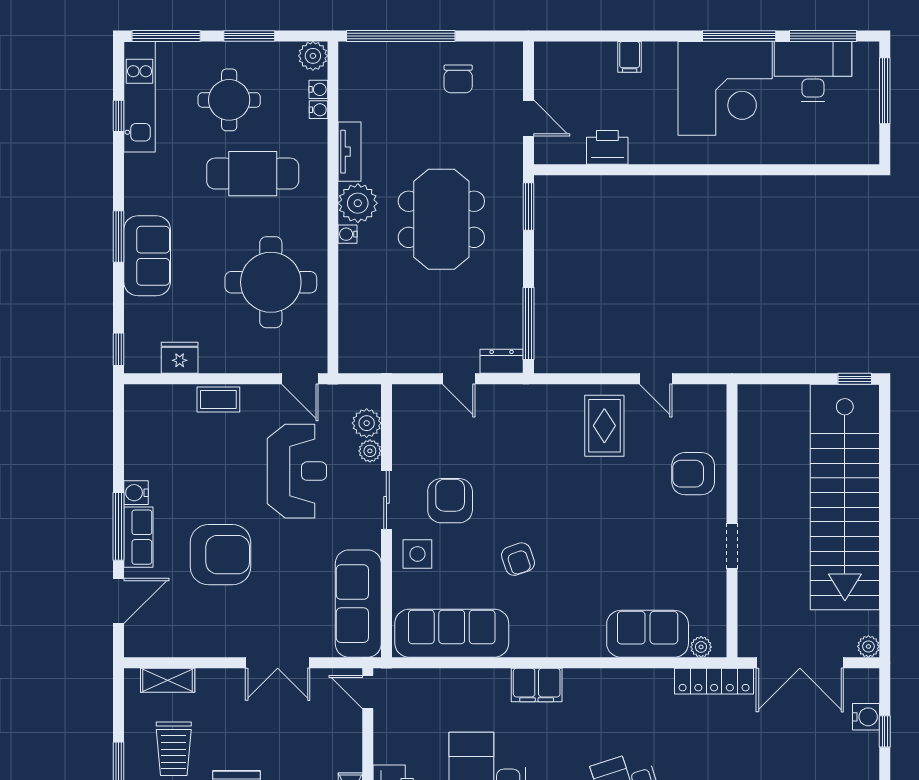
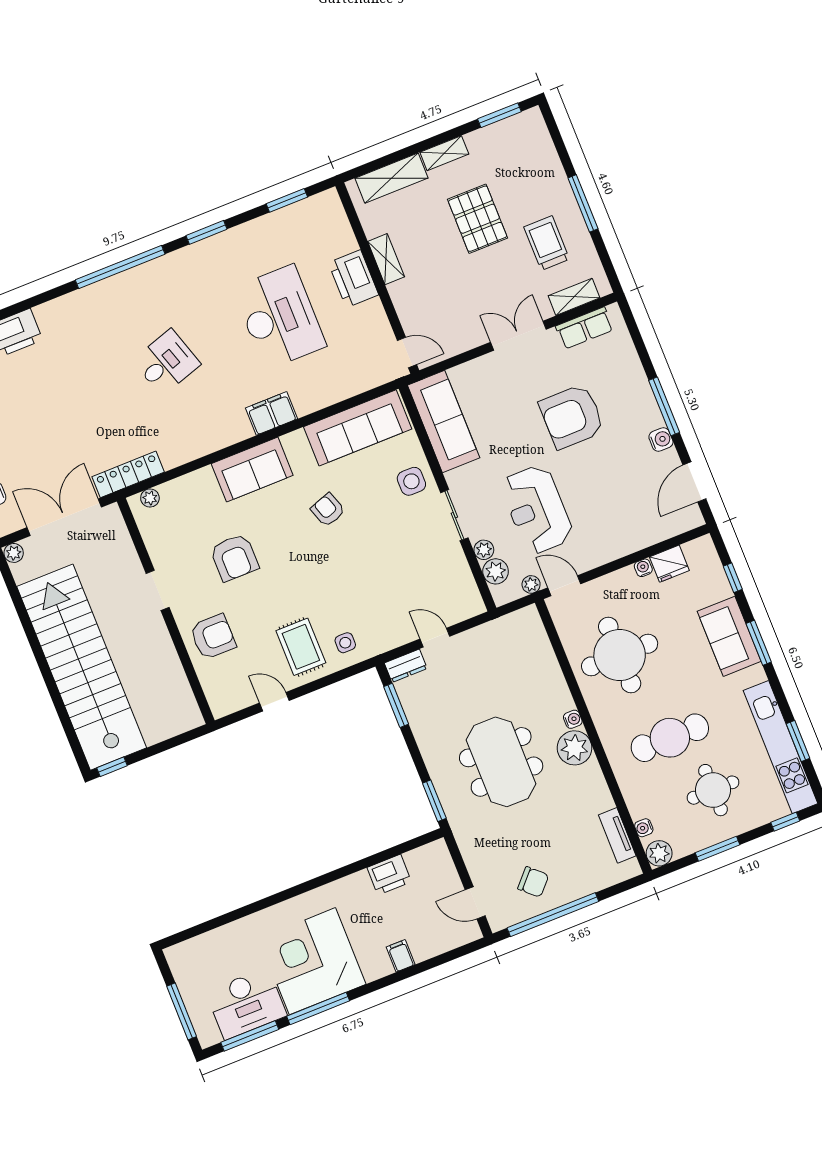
window: (166, 36) -> (785, 822), width x0.46
window: (401, 36) -> (553, 915), moved
chair: (458, 79) -> (533, 882), turned 133
kitchen unit: (140, 97) -> (781, 747), width x1.36
water cooler: (318, 110) -> (643, 568), moved, turned 90
window: (119, 116) -> (798, 741), width x1.50
door: (528, 118) -> (475, 903), moved
tv unit: (350, 152) -> (617, 835), moved
window: (528, 323) -> (396, 705), width x0.69
window: (119, 349) -> (733, 578), moved
plant: (335, 394) -> (531, 584), added
coffee table: (218, 400) -> (624, 542), removed
side table: (556, 411) -> (345, 643), added
armchair: (450, 501) -> (234, 557), moved
row of seats: (138, 537) -> (585, 328), moved, turned -90
door: (119, 601) -> (694, 482), moved
sofa: (648, 634) -> (252, 470), moved
double door: (278, 663) -> (518, 336), moved

